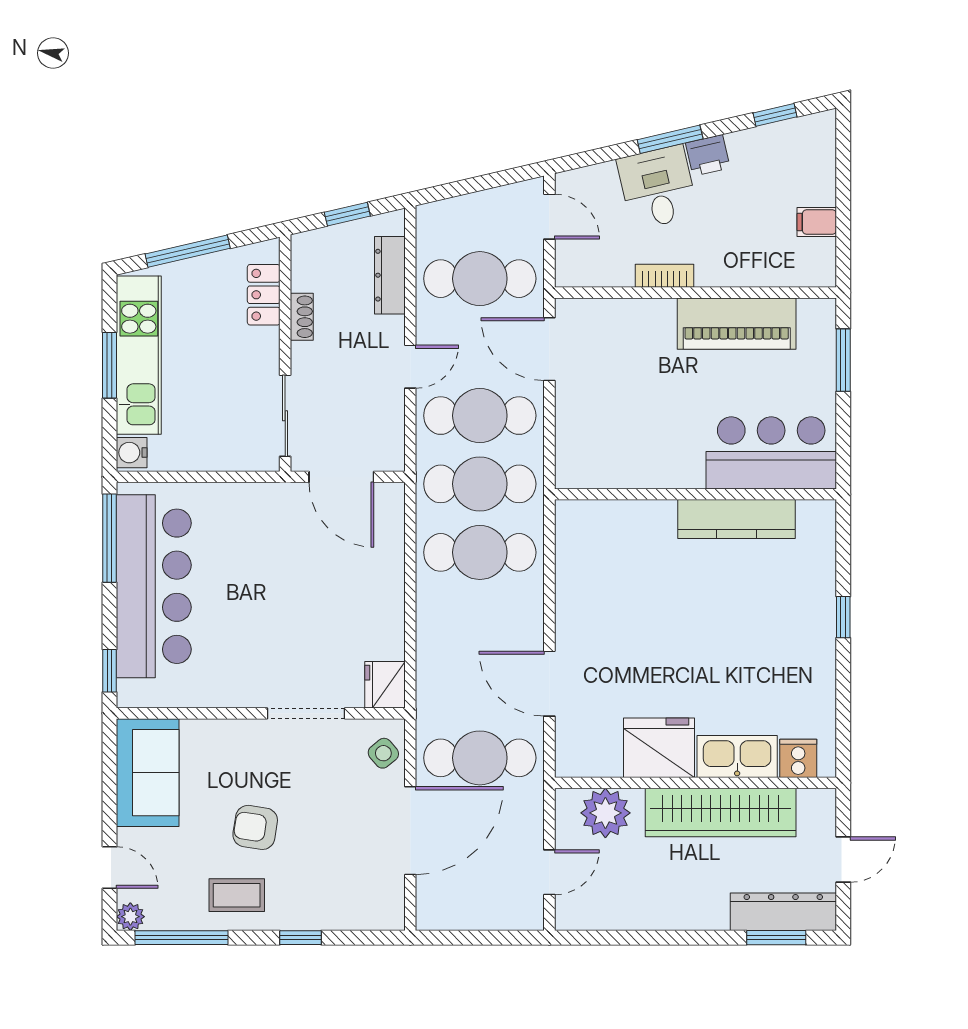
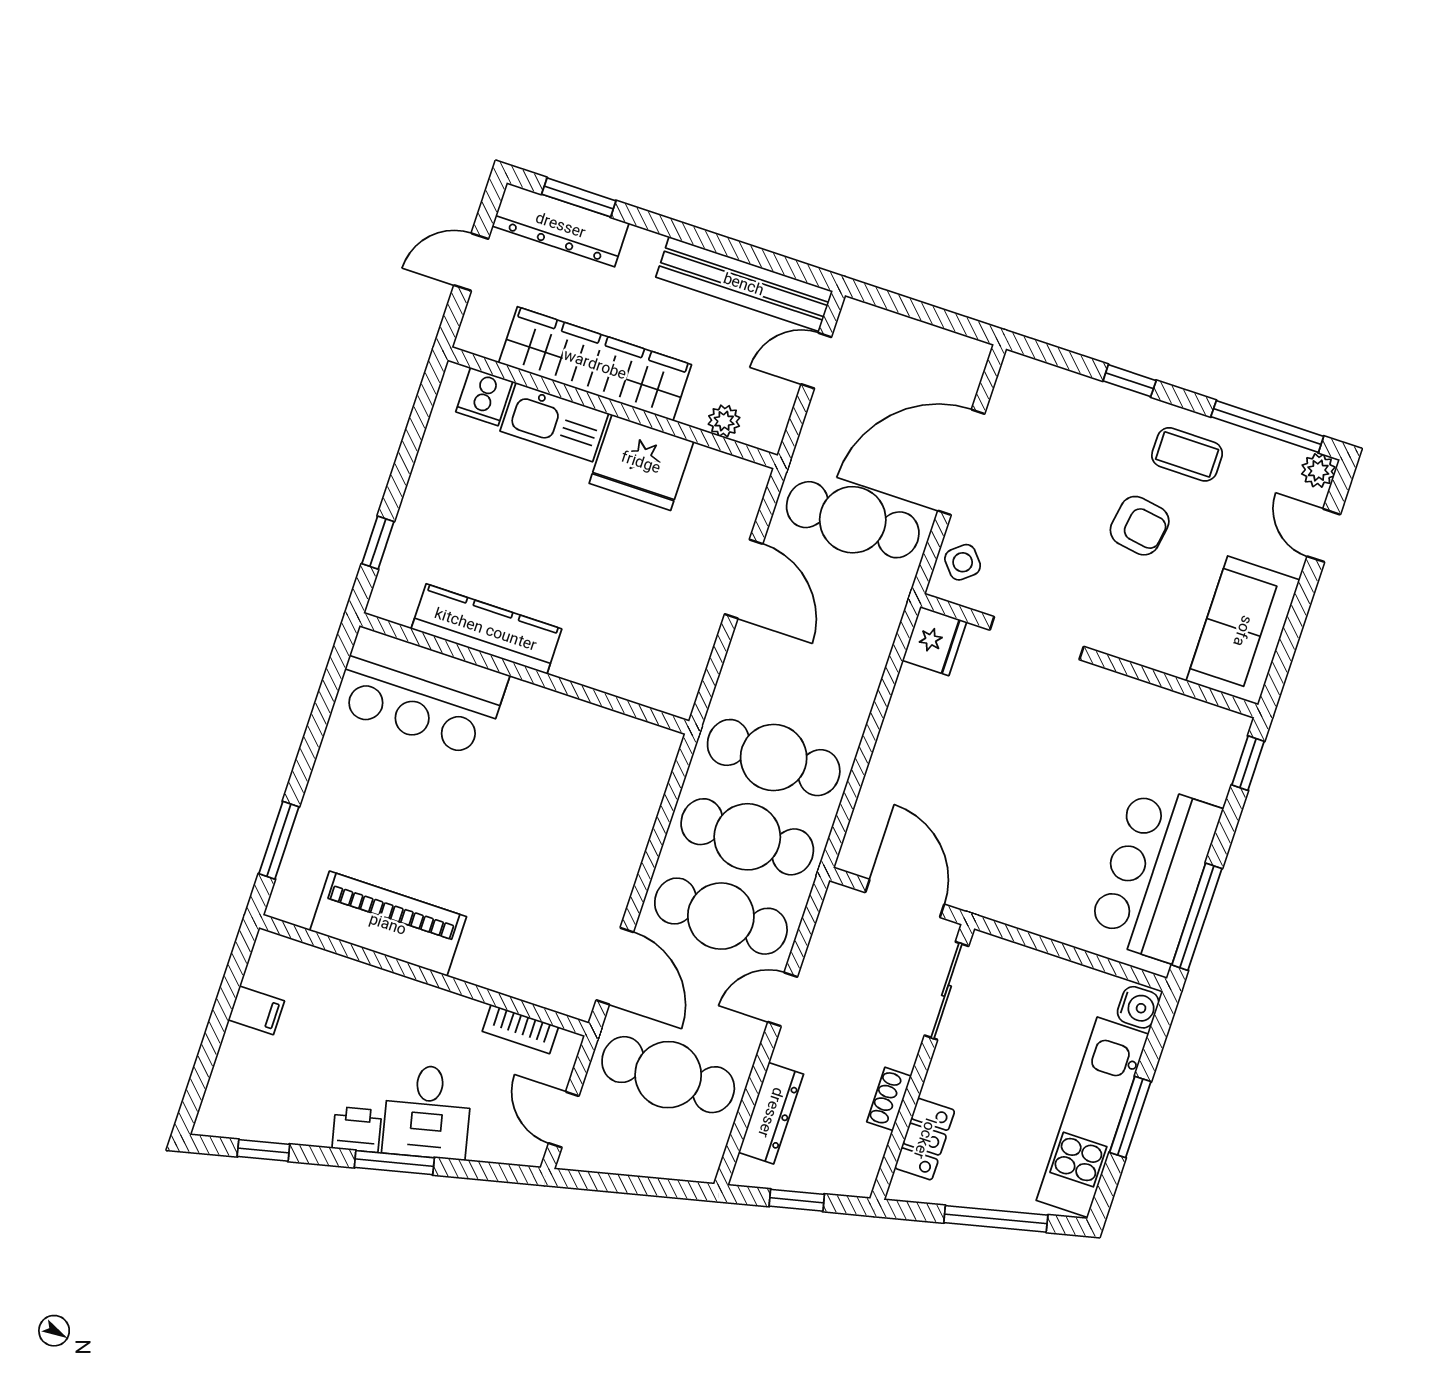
bookcase: (664, 276) -> (520, 1029), moved
bar counter: (771, 453) -> (421, 692), moved
wall: (695, 494) -> (524, 673), moved
kitchen counter: (736, 519) -> (486, 629), moved
bar counter: (154, 586) -> (1155, 872), width x0.73
plant: (605, 813) -> (724, 421), width x0.53, depth x0.53
bench: (625, 913) -> (744, 284), added

